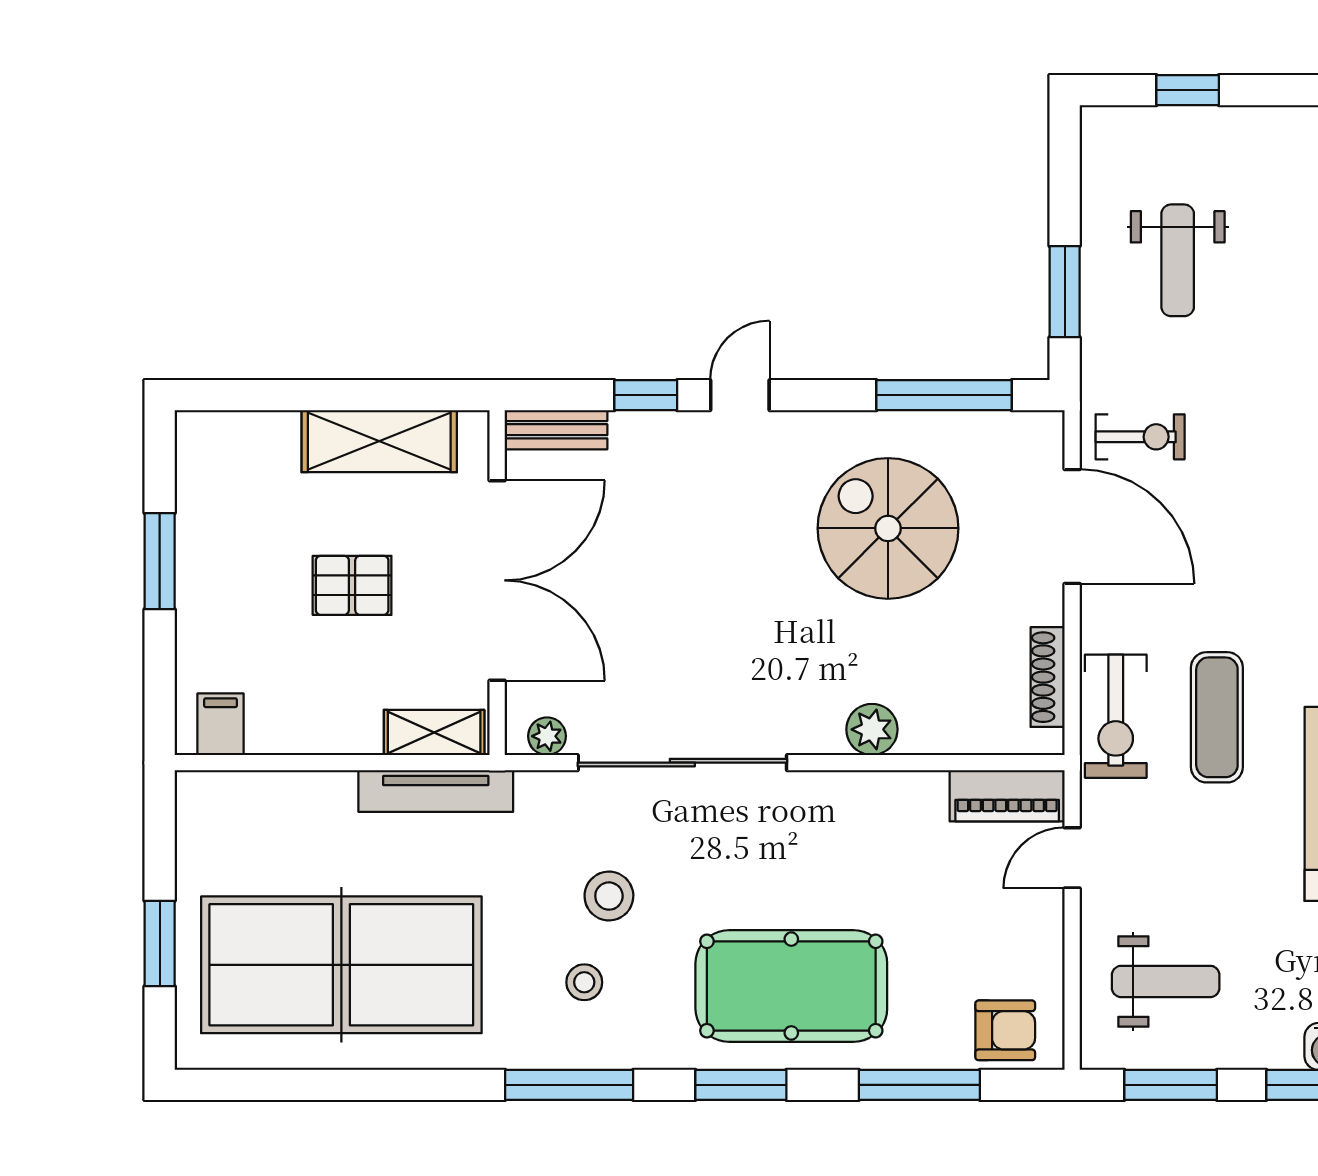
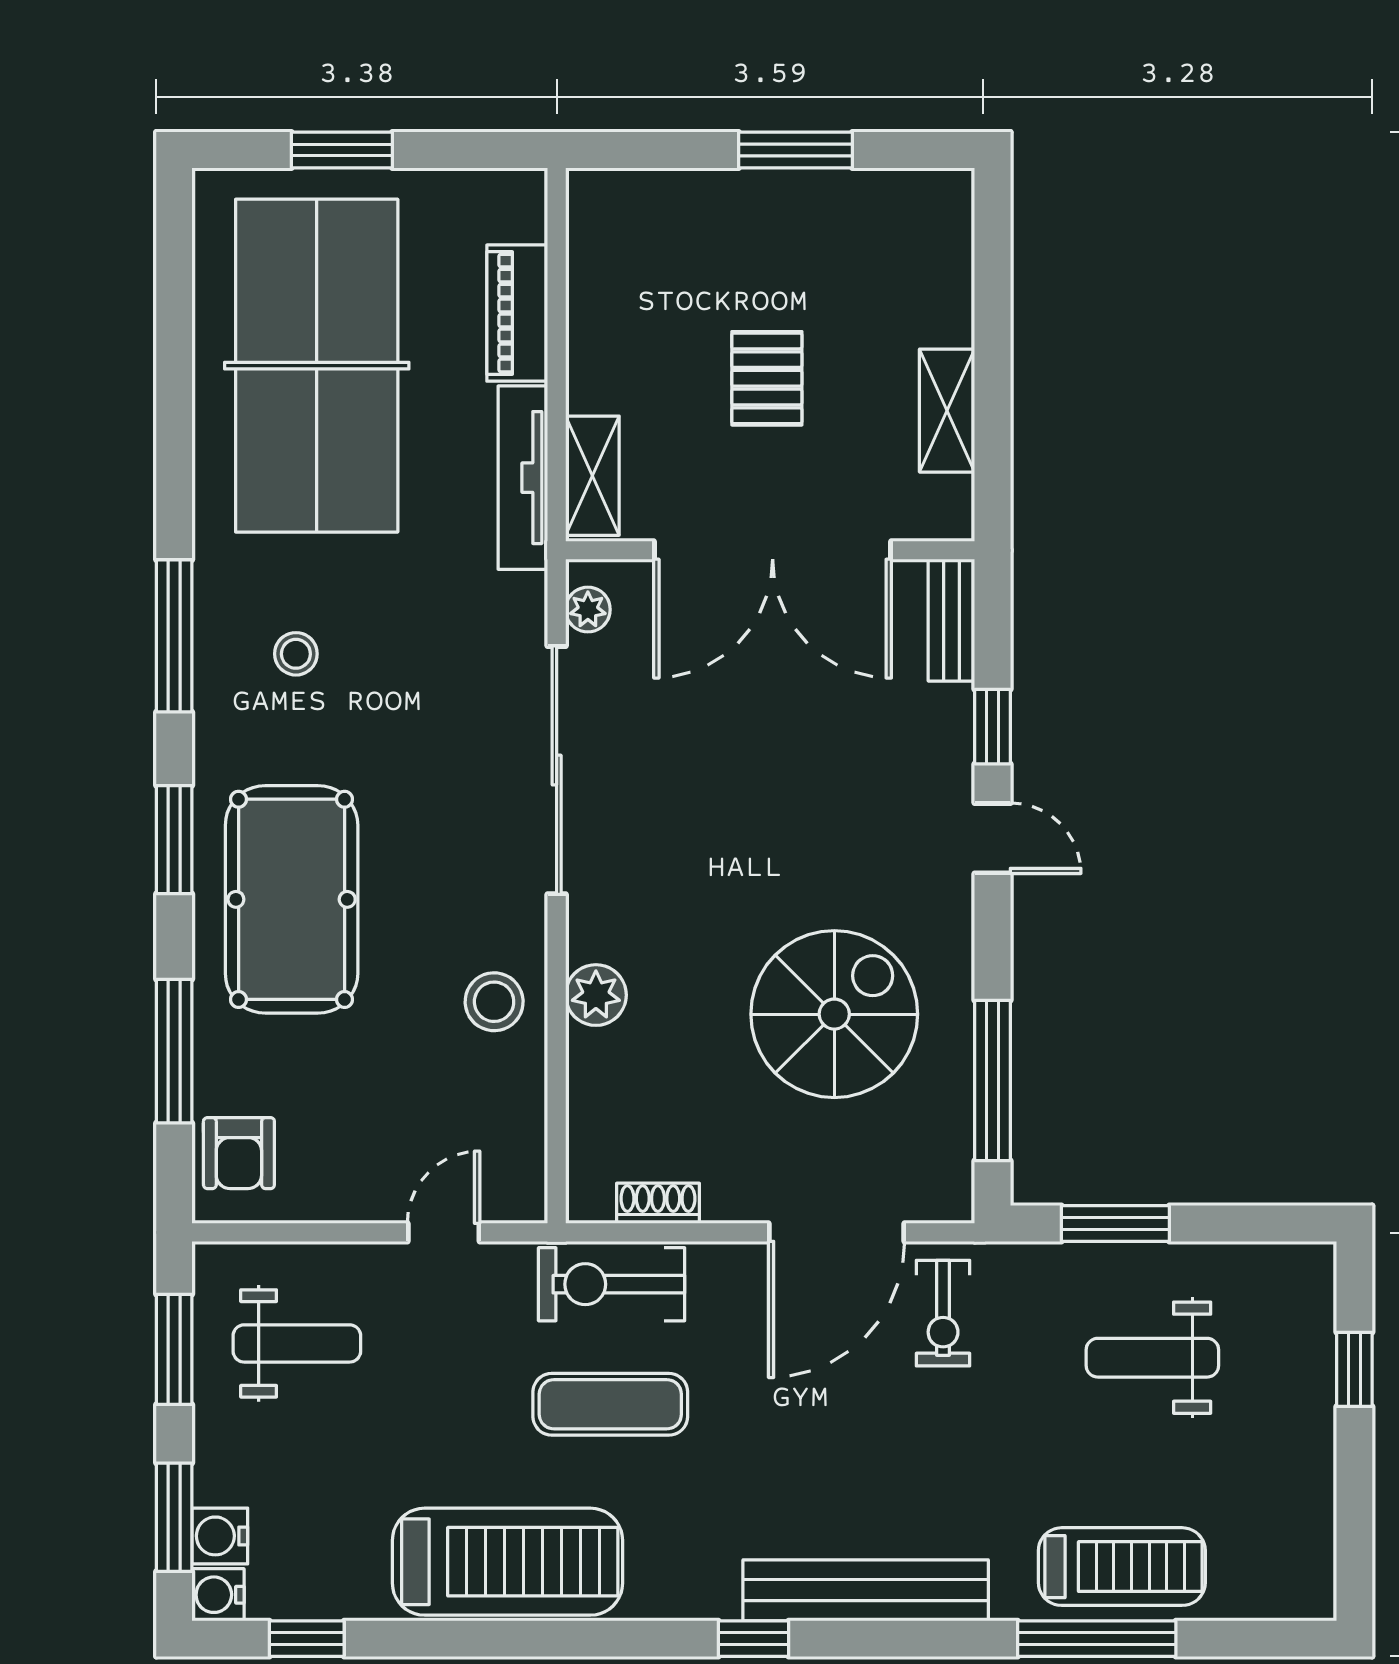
shelving: (379, 441) -> (947, 411), width x0.67, depth x0.75
shoe rack: (1048, 677) -> (658, 1203), width x0.70
filing cabinet: (220, 724) -> (602, 222), removed
piano: (1007, 796) -> (517, 313), moved
door: (1072, 858) -> (444, 1232), hinge flipped
stool: (609, 896) -> (494, 1002), moved
weight bench: (1166, 981) -> (297, 1343), turned -90

